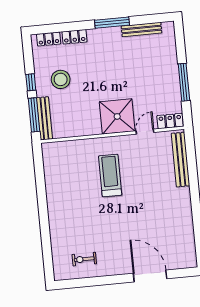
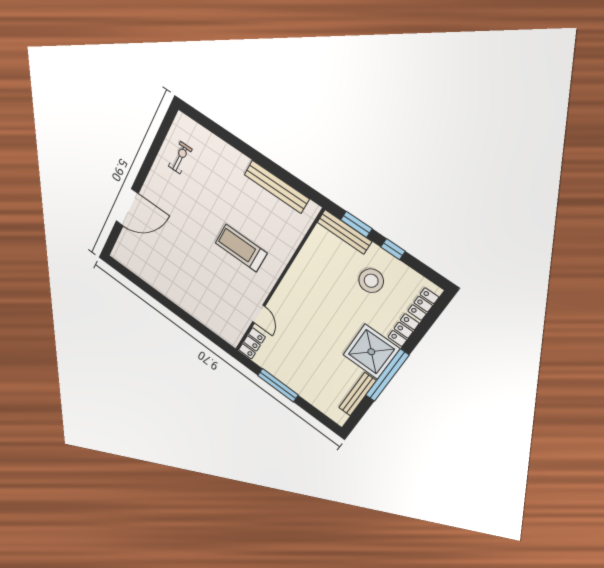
window: (112, 23) -> (387, 375), width x1.46
window: (34, 115) -> (356, 224), width x0.69
shower: (117, 116) -> (371, 352), moved
bench: (180, 160) -> (277, 187), moved
treadmill: (110, 176) -> (241, 248), turned 180

